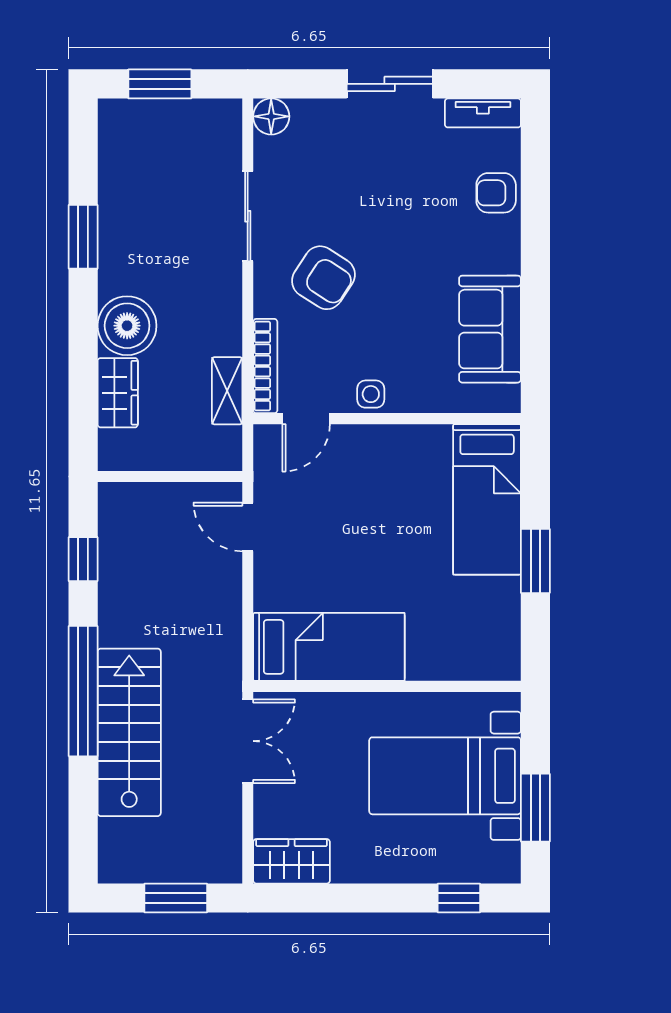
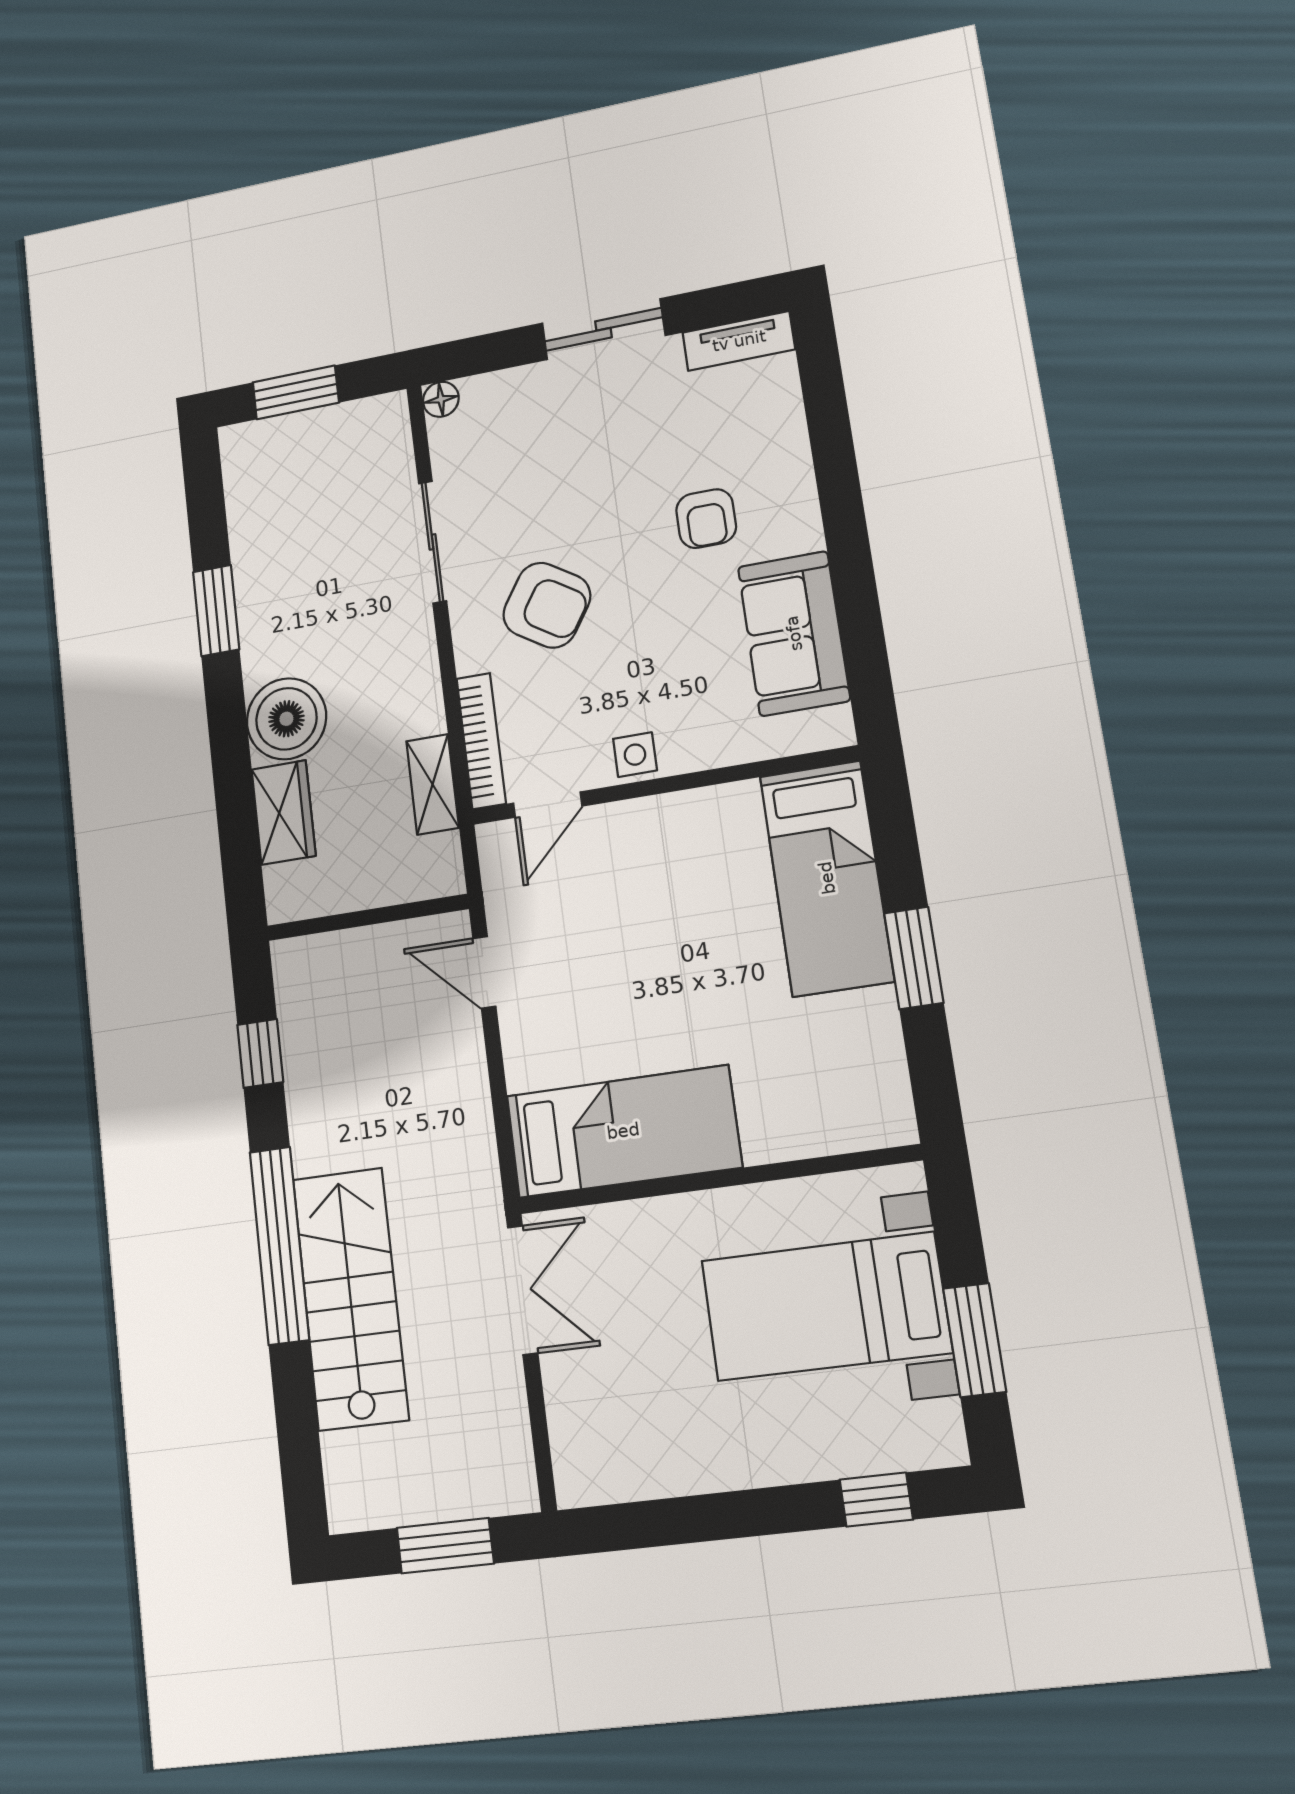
floor lamp: (271, 116) -> (441, 399), width x0.73, depth x0.73
armchair: (496, 193) -> (706, 519), moved, turned -90
wardrobe: (292, 861) -> (610, 1469), removed

